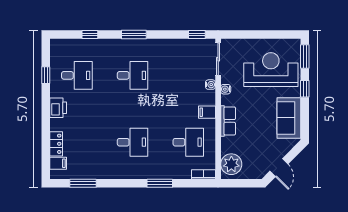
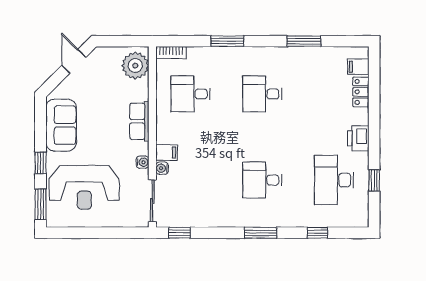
desk: (77, 75) -> (334, 180), width x1.37
filing cabinet: (207, 112) -> (167, 153), moved
window: (83, 183) -> (304, 41), moved

